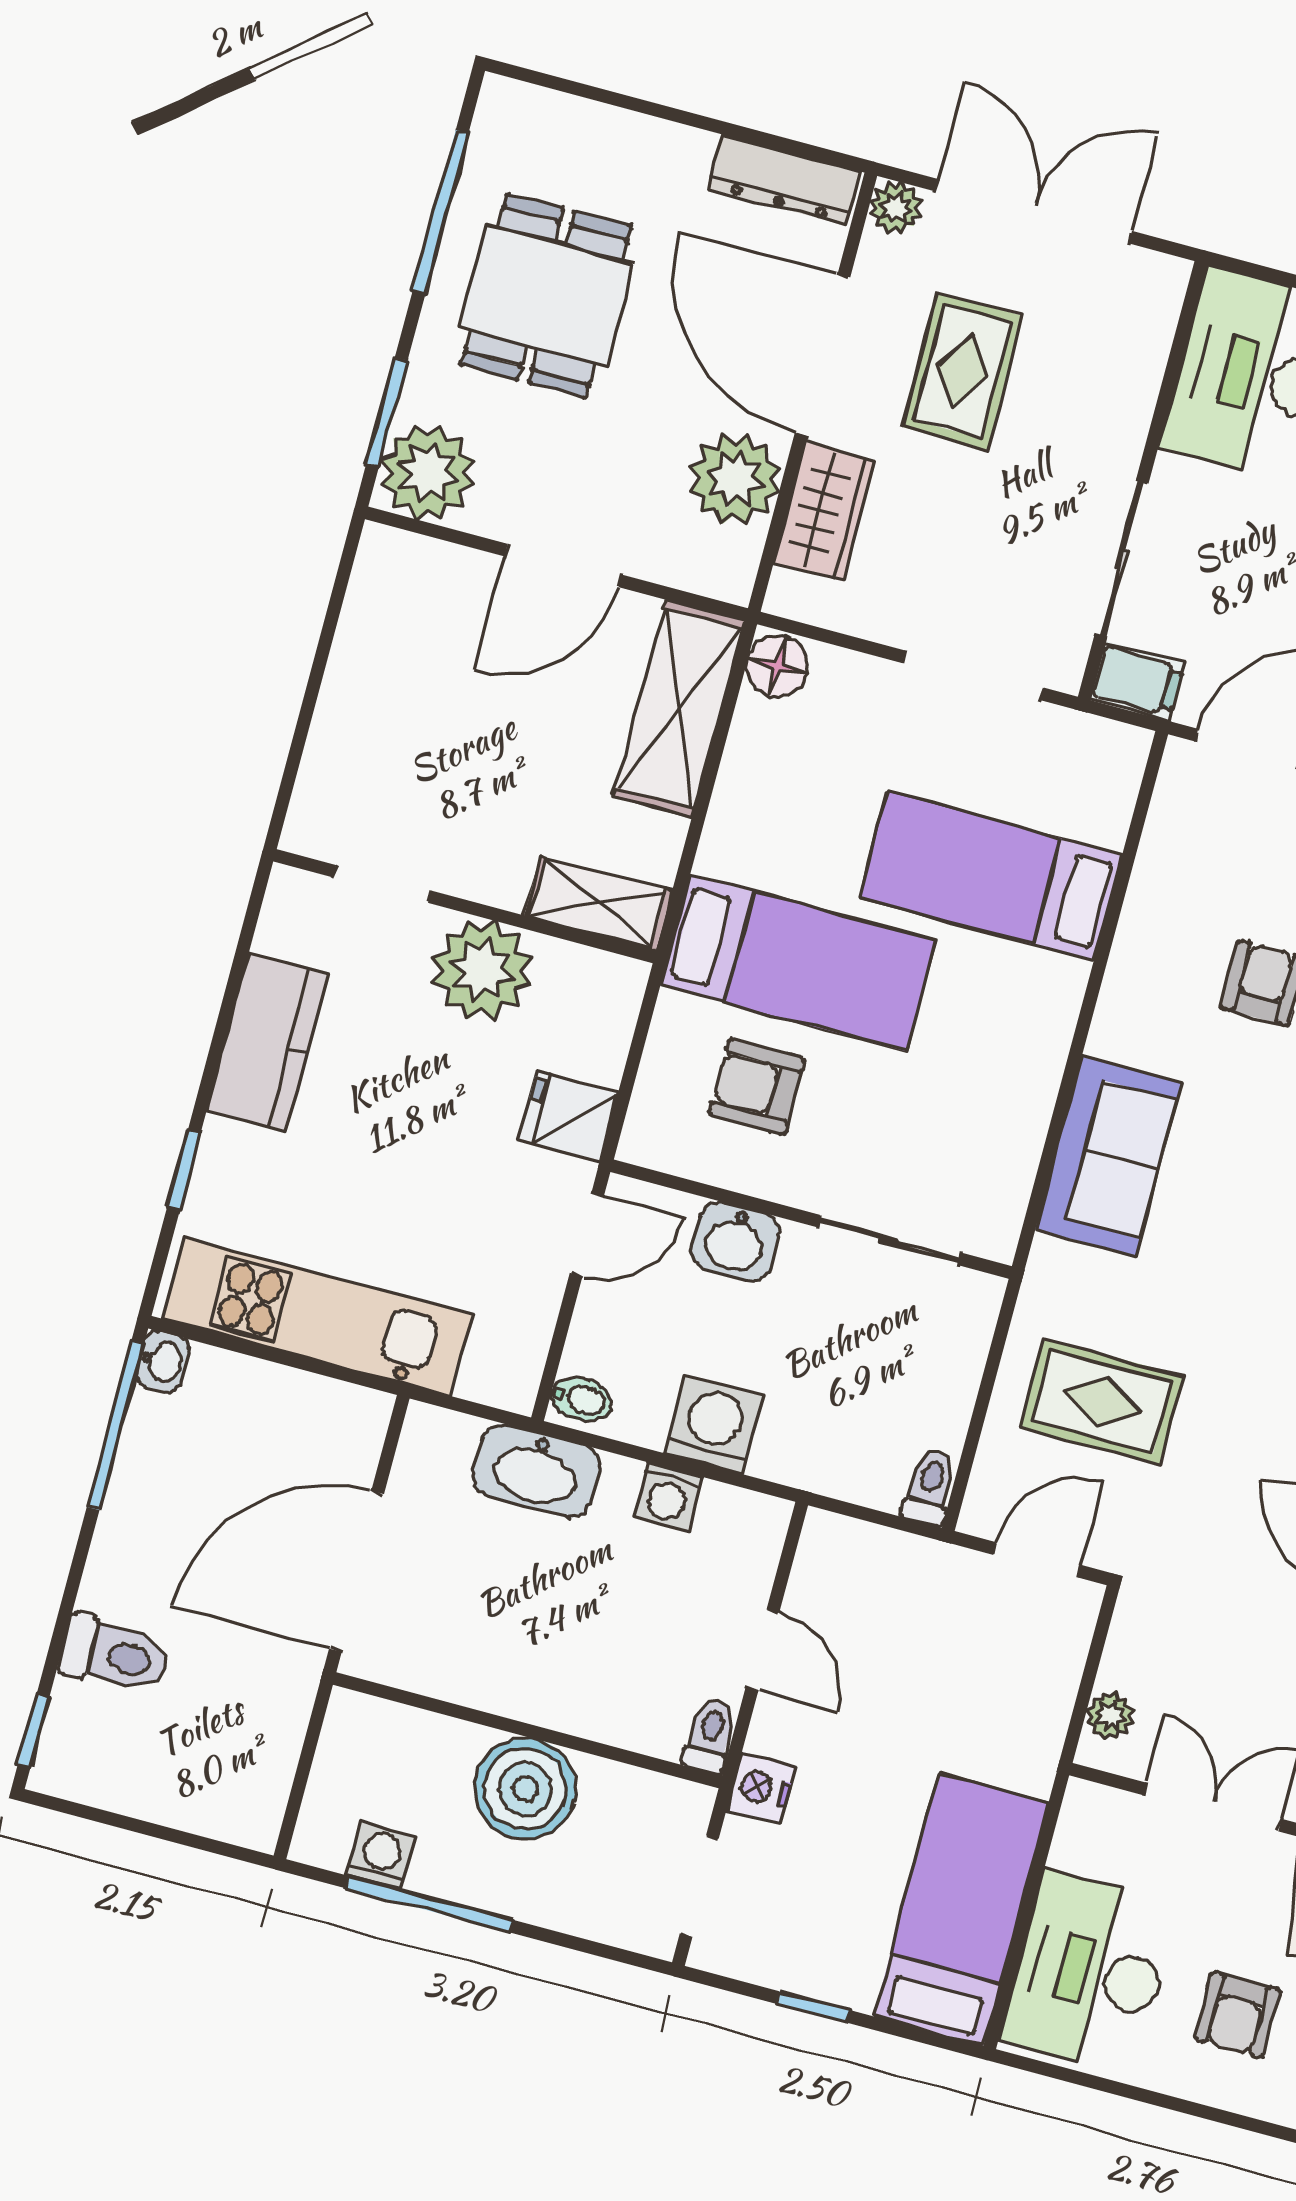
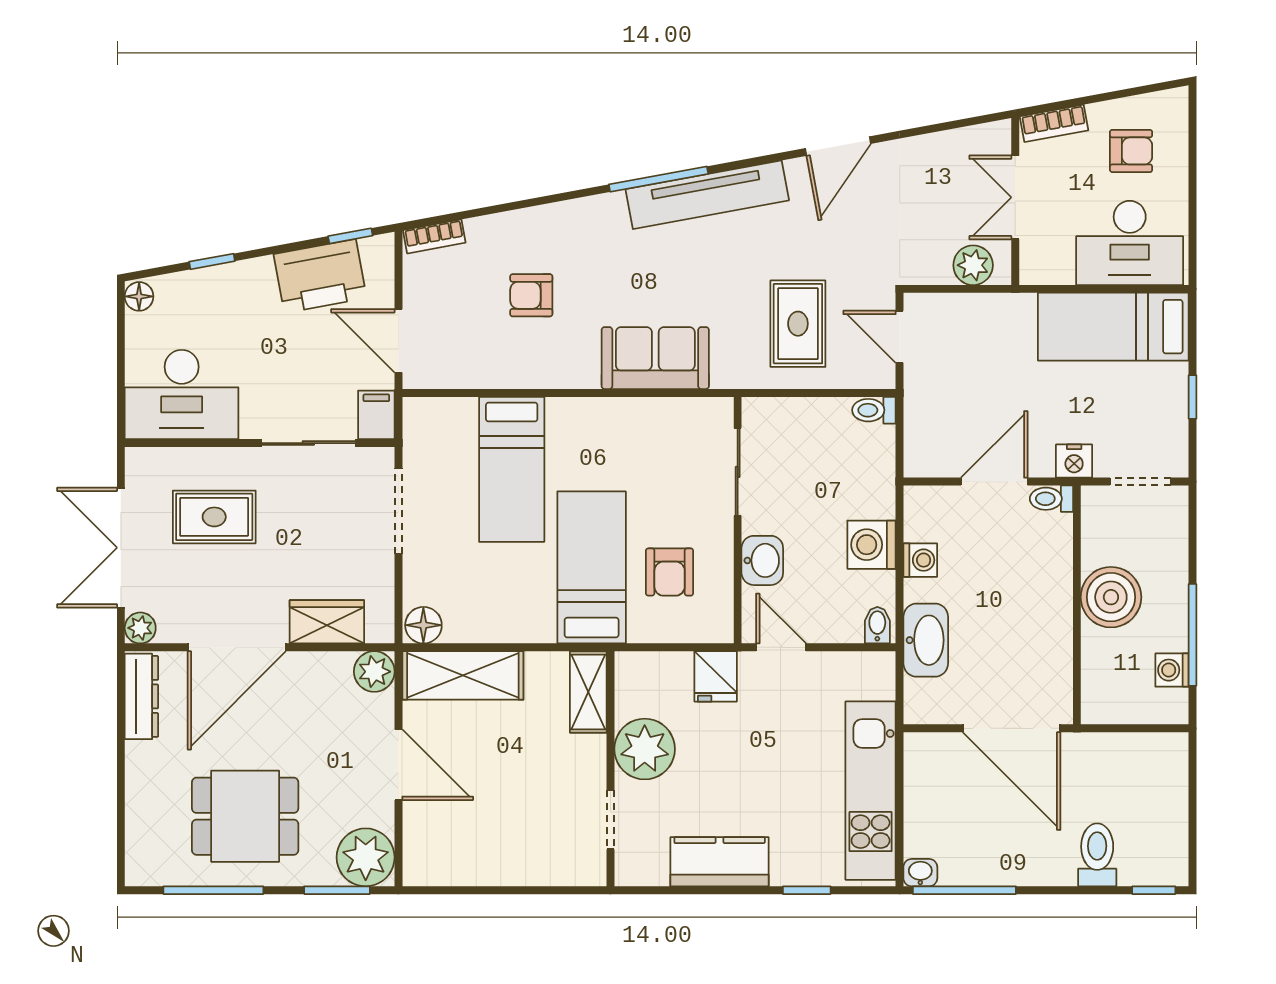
rug: (963, 371) -> (214, 517), moved
plant: (735, 479) -> (374, 672), moved, width x0.73, depth x0.73
door: (762, 1650) -> (994, 482), width x1.38
plant: (1110, 1716) -> (973, 265), width x1.38, depth x1.38

